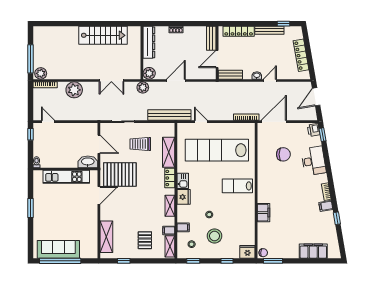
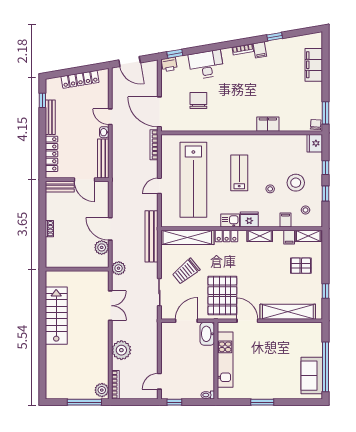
dresser: (149, 42) -> (65, 261), removed
plant: (149, 73) -> (102, 247), moved
bench: (230, 75) -> (103, 158), width x1.36
door: (201, 122) -> (159, 186), moved
trolley: (140, 144) -> (186, 271), turned 51
shelving: (169, 152) -> (187, 237), width x1.47
lab bench: (237, 186) -> (239, 173), moved, turned 180
shelving: (106, 237) -> (288, 312), width x1.47
sofa: (58, 249) -> (312, 376), width x0.73
window: (193, 261) -> (325, 194), moved

